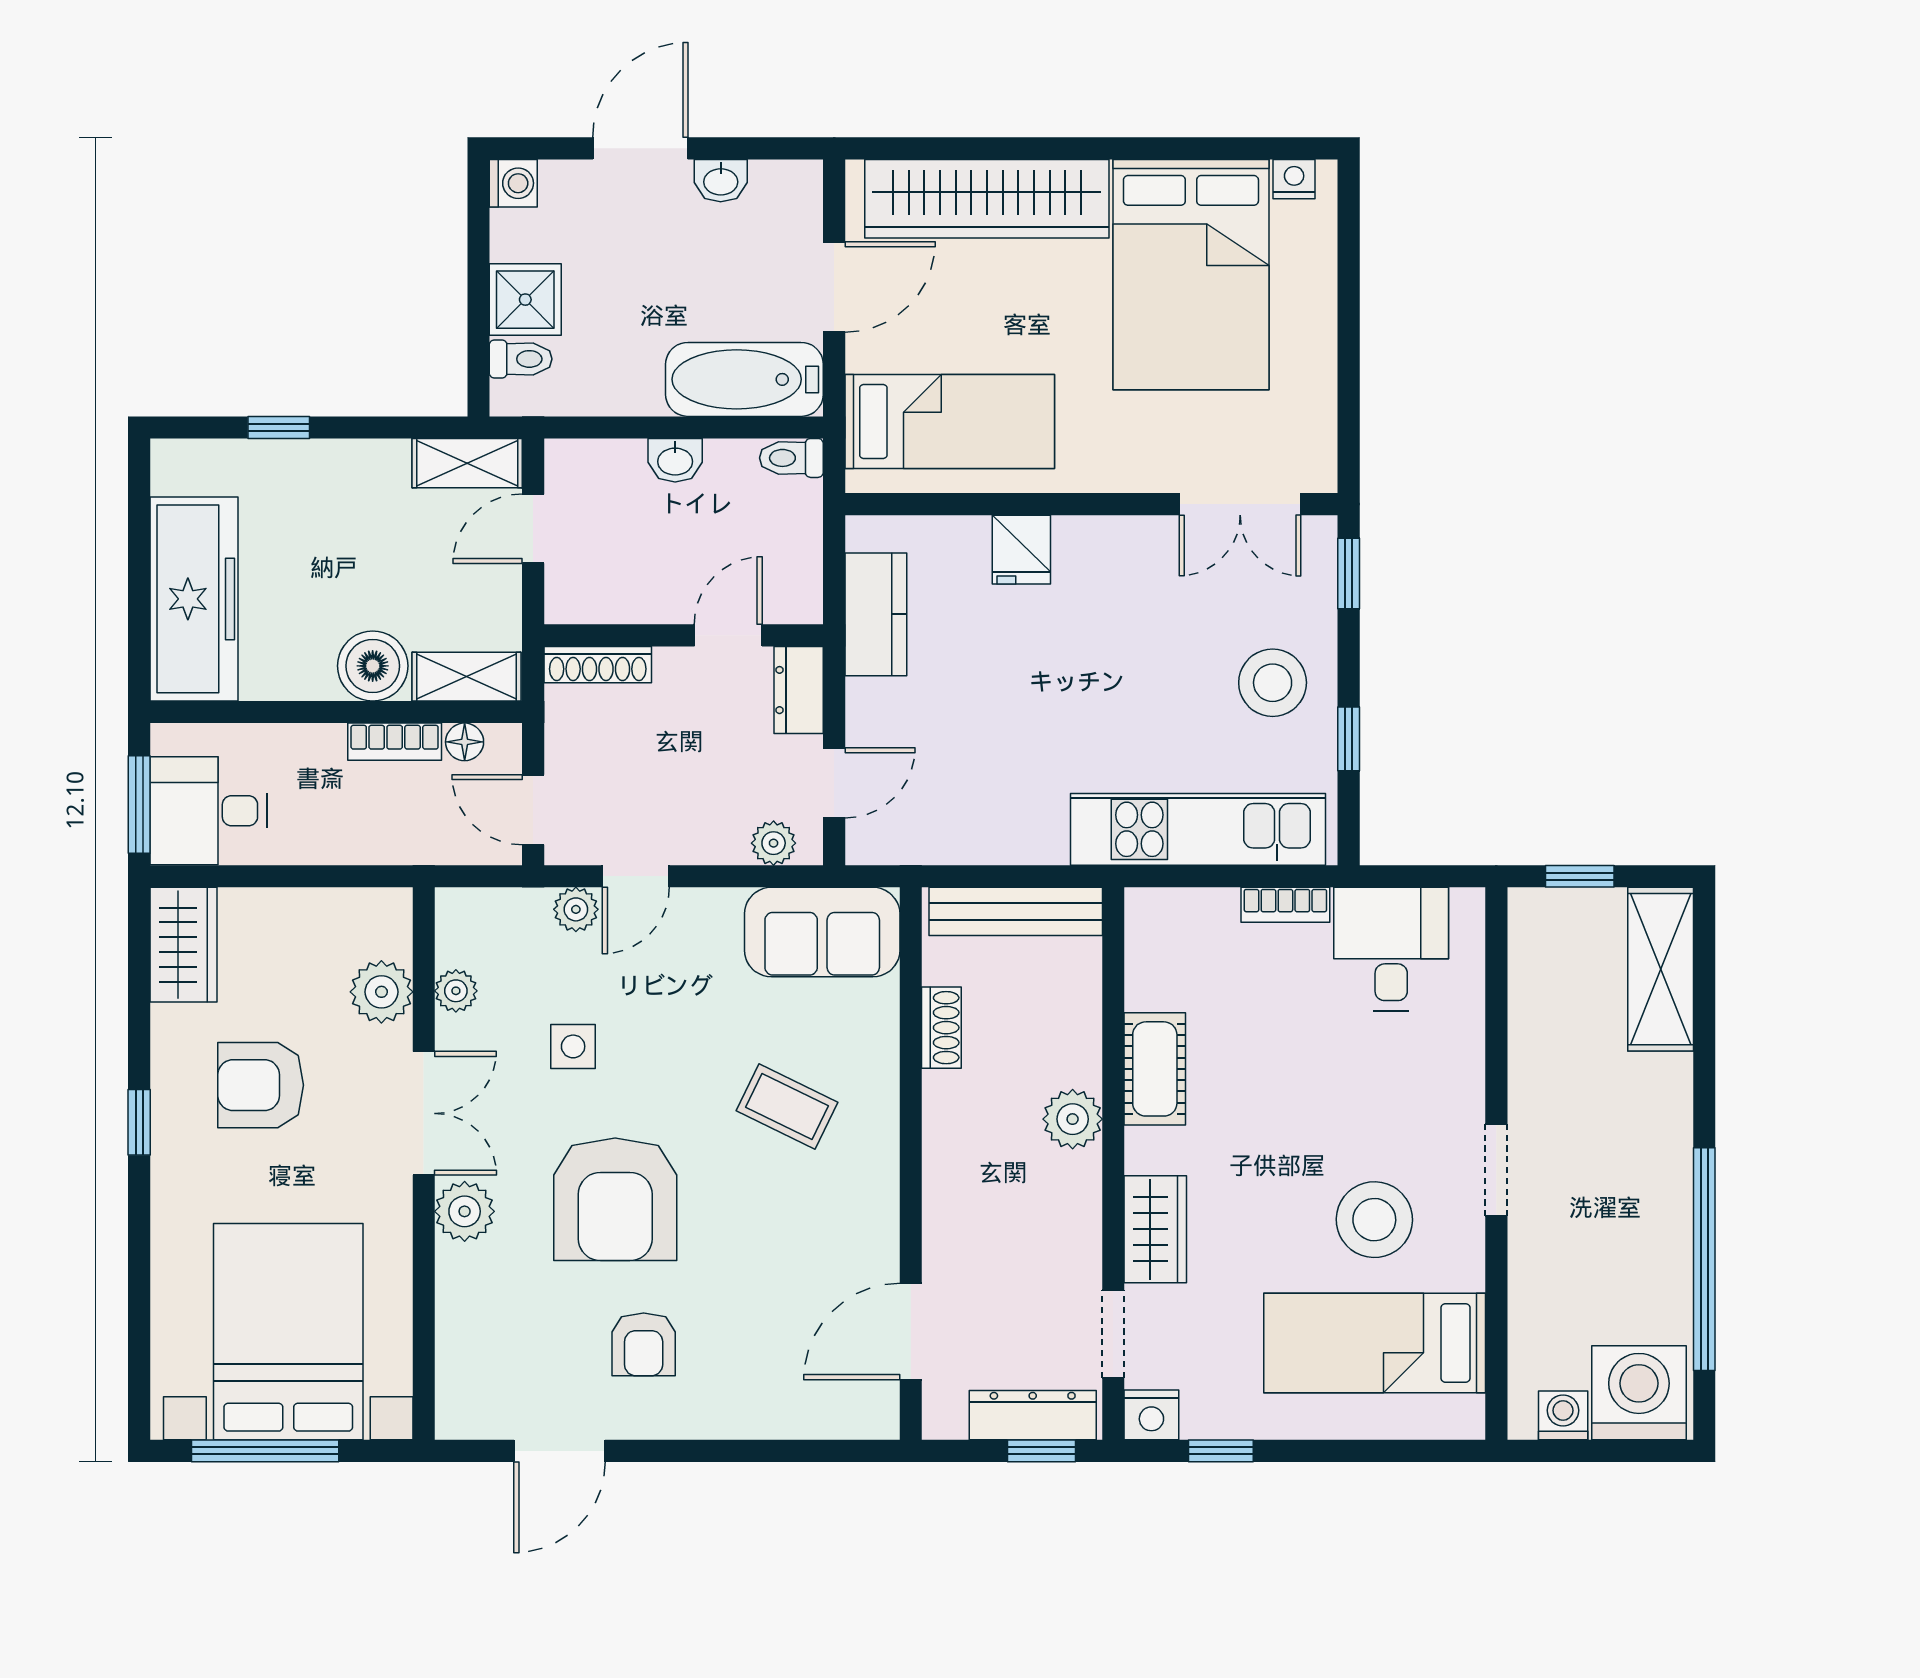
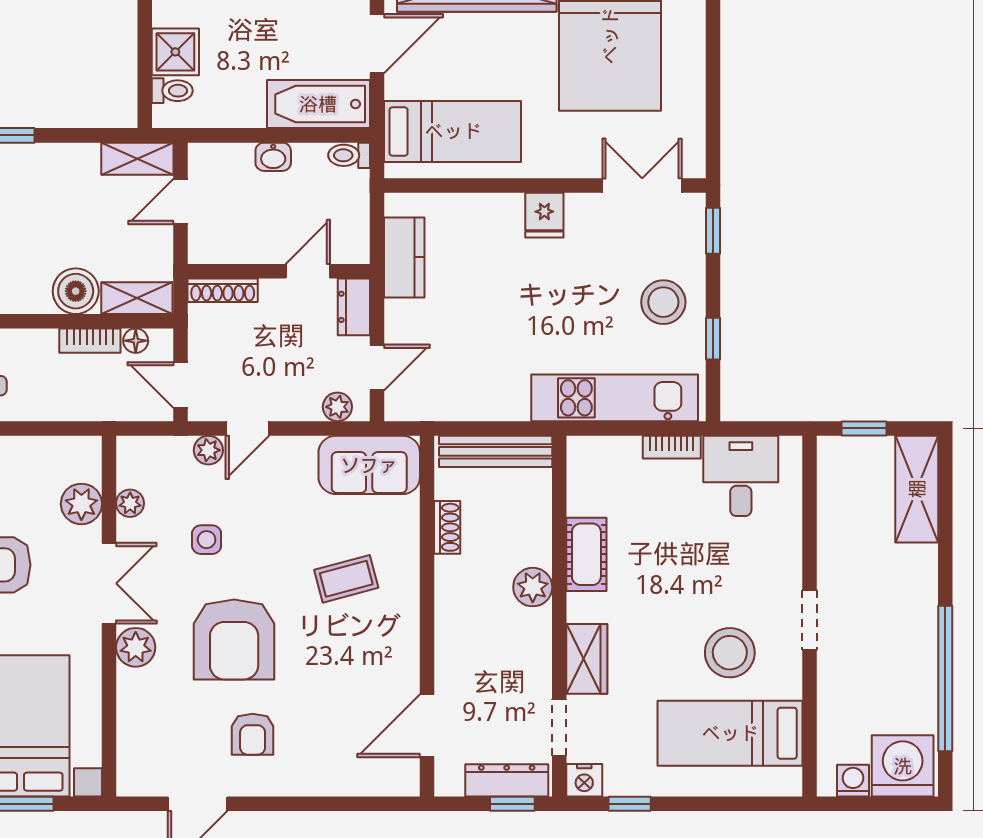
double door: (1240, 504) -> (642, 185), swing flipped
fridge: (1021, 550) -> (544, 215), moved
coffee table: (787, 1106) -> (346, 579), turned -41

